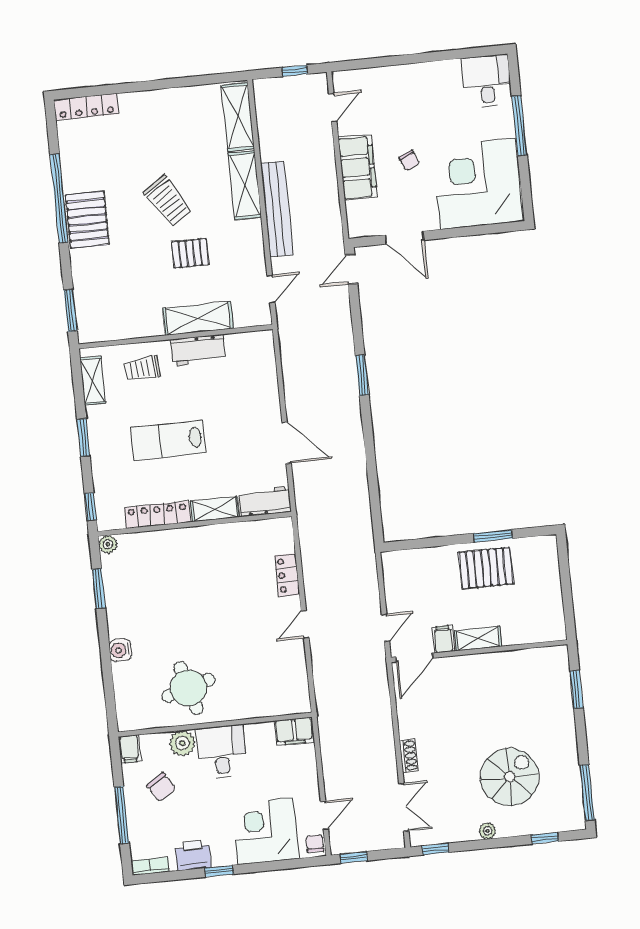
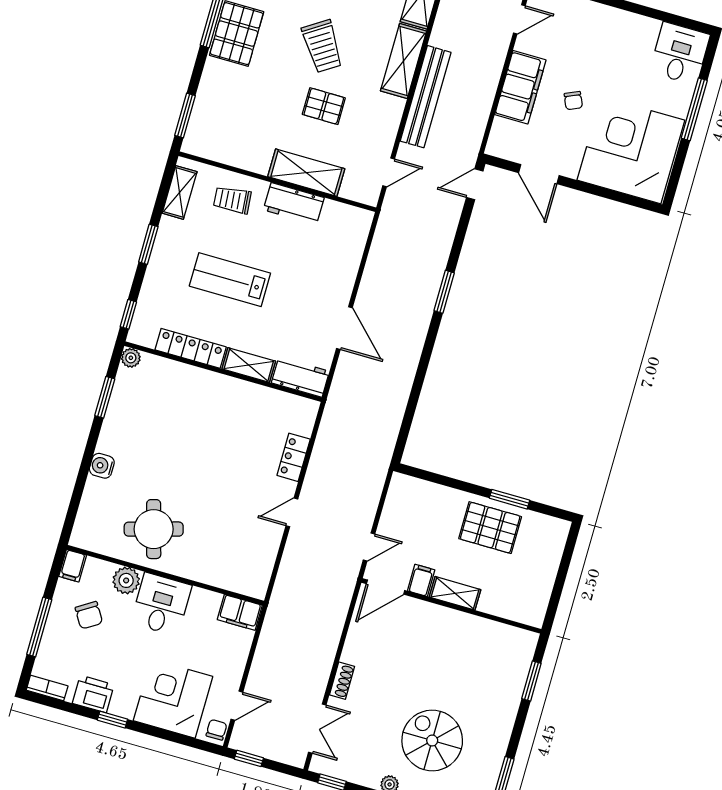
spiral stairs: (510, 777) -> (432, 741), turned -90

